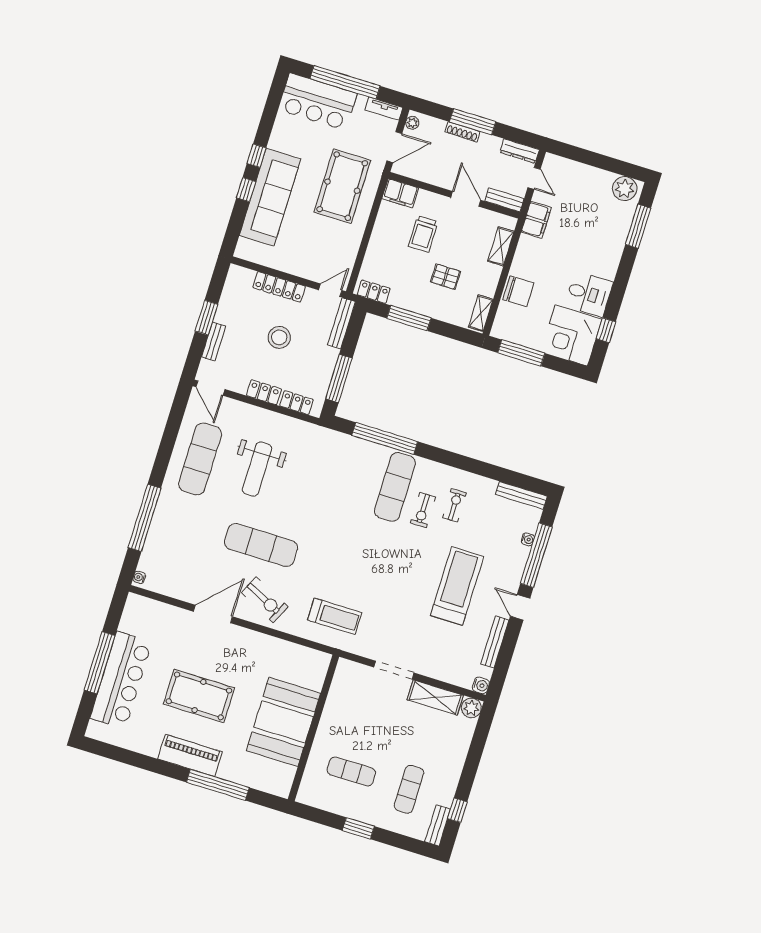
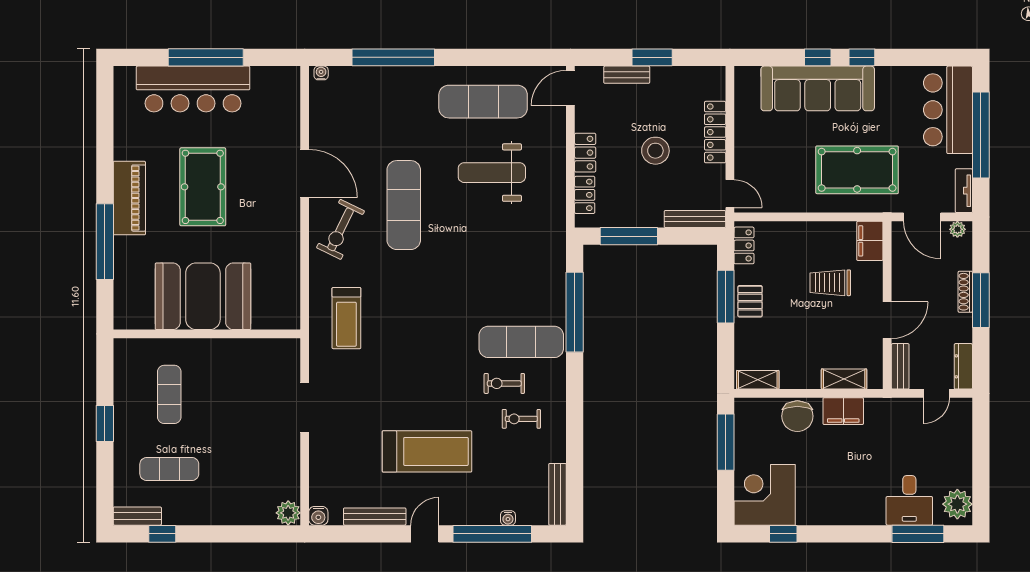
filing cabinet: (536, 220) -> (843, 411), moved
pallet: (446, 277) -> (750, 301), moved
desk: (589, 294) -> (909, 500), moved
exercise bike: (454, 505) -> (521, 419), turned 180
shelving: (435, 697) -> (287, 466), removed

